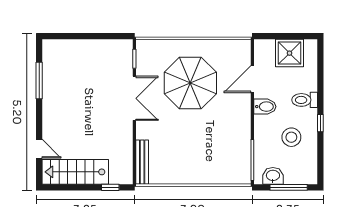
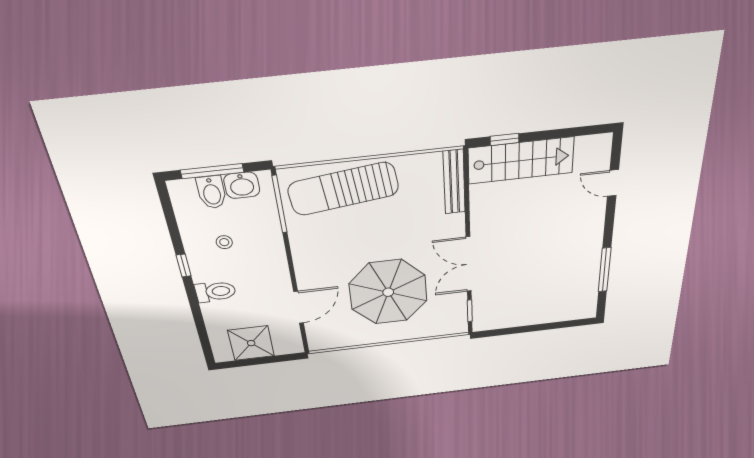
bidet: (265, 107) -> (212, 192), moved, turned -90
stool: (291, 137) -> (224, 242), width x0.53, depth x0.53
sun lounger: (212, 166) -> (343, 189), added
stairs: (75, 172) -> (521, 161), moved

